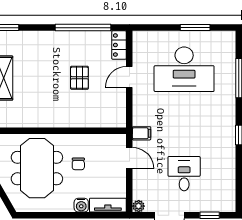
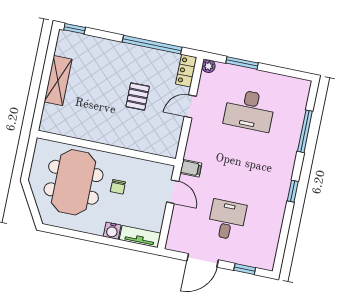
window: (195, 28) -> (242, 63), moved
desk: (184, 69) -> (249, 110), width x0.73, depth x0.77
plant: (139, 206) -> (209, 66), moved

